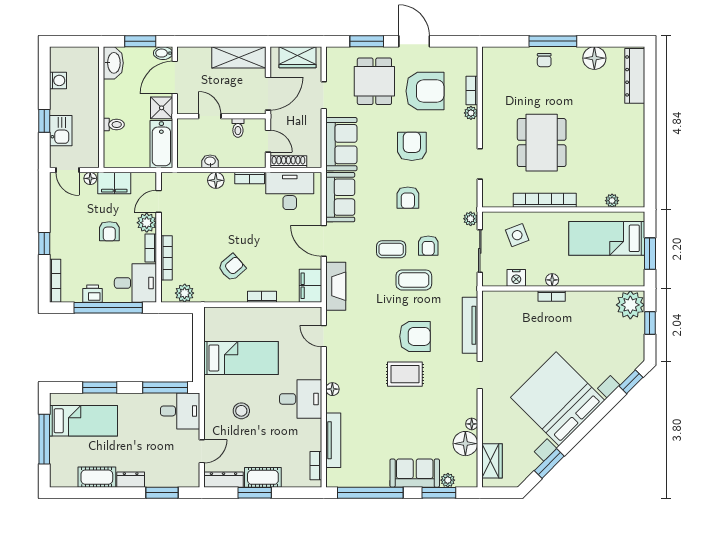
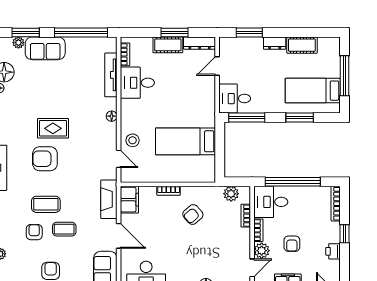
armchair: (109, 231) -> (292, 244), turned 180
bookcase: (166, 258) -> (246, 216), width x0.64
printer: (93, 294) -> (333, 251), moved, turned 90
desk: (301, 399) -> (137, 83), moved
stool: (241, 411) -> (133, 140), moved

